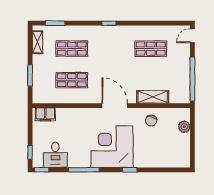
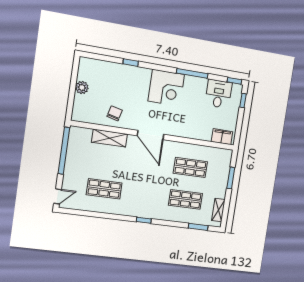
plant: (184, 127) -> (82, 88), moved
corner desk: (112, 147) -> (166, 88), width x0.74, depth x0.74
window: (130, 170) -> (131, 63), moved

